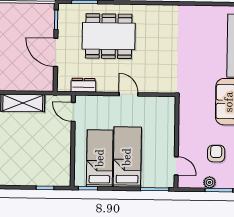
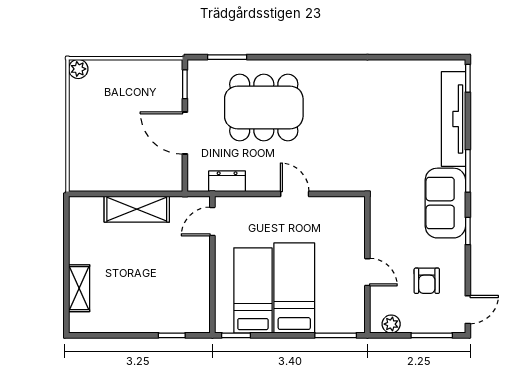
door: (73, 112) -> (212, 221), hinge flipped
armchair: (216, 154) -> (427, 281), turned 180
door: (176, 166) -> (367, 272), moved
plant: (210, 182) -> (391, 324), moved

